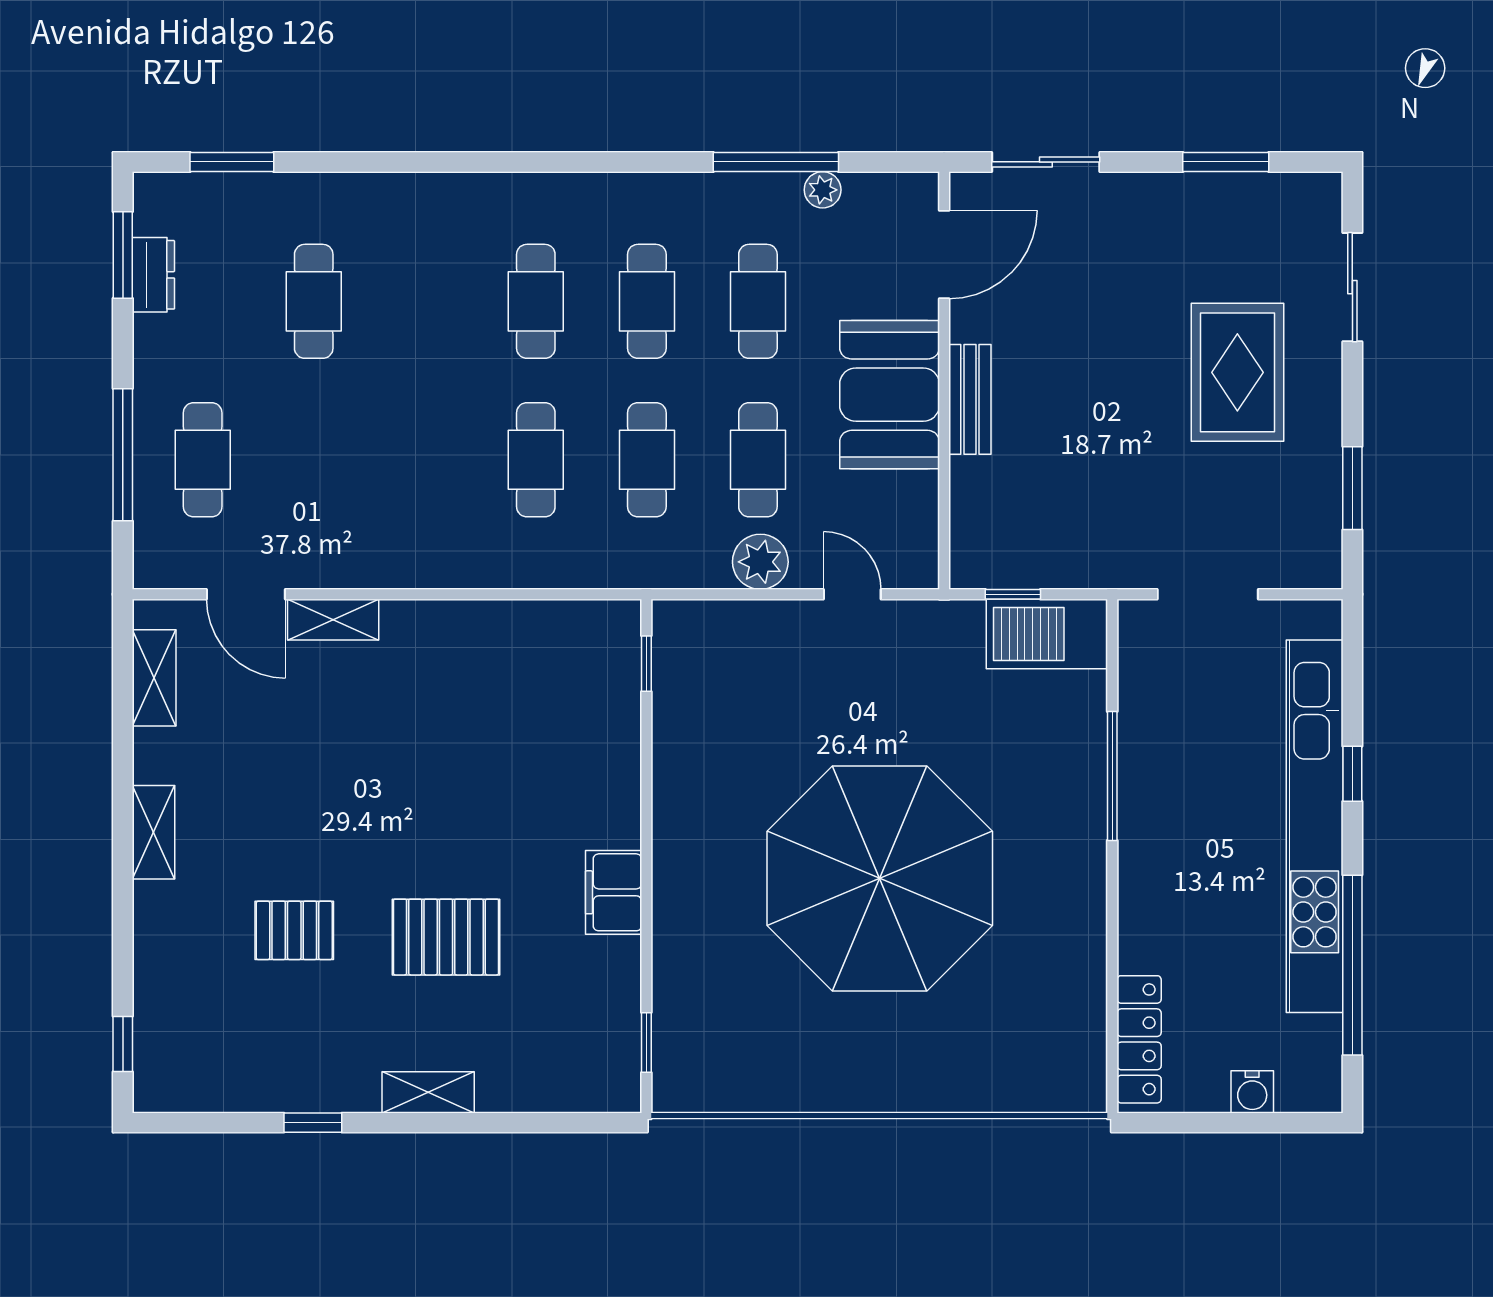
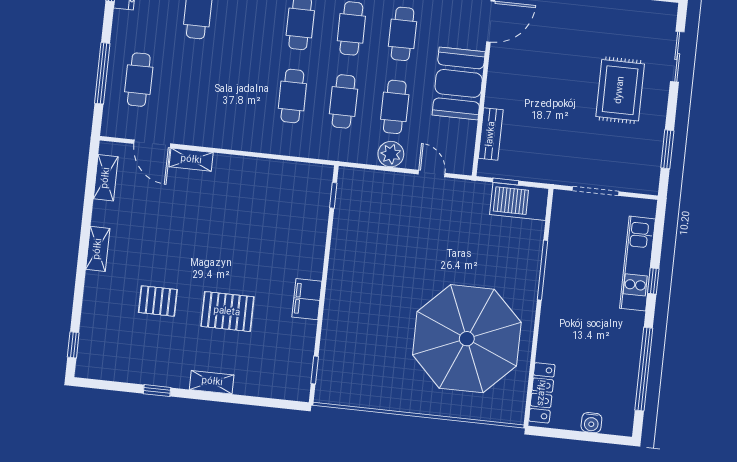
bench: (970, 399) -> (491, 134), moved
kitchen unit: (1315, 826) -> (637, 264), width x0.54
parasol: (880, 878) -> (467, 339), moved

